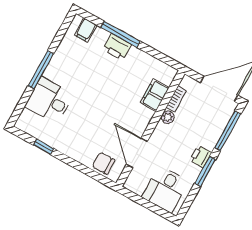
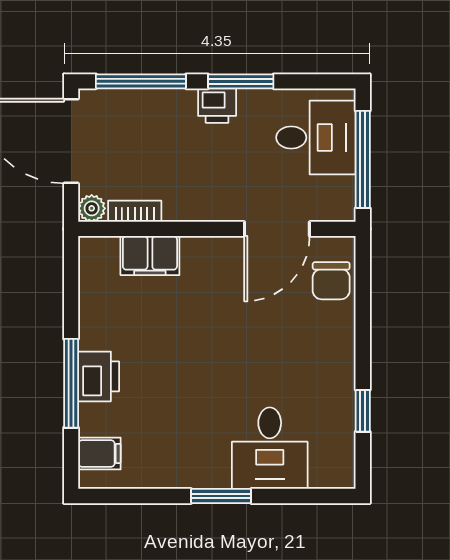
window: (41, 70) -> (221, 496), width x0.69
plant: (168, 117) -> (92, 208), moved
window: (146, 203) -> (363, 159), added

